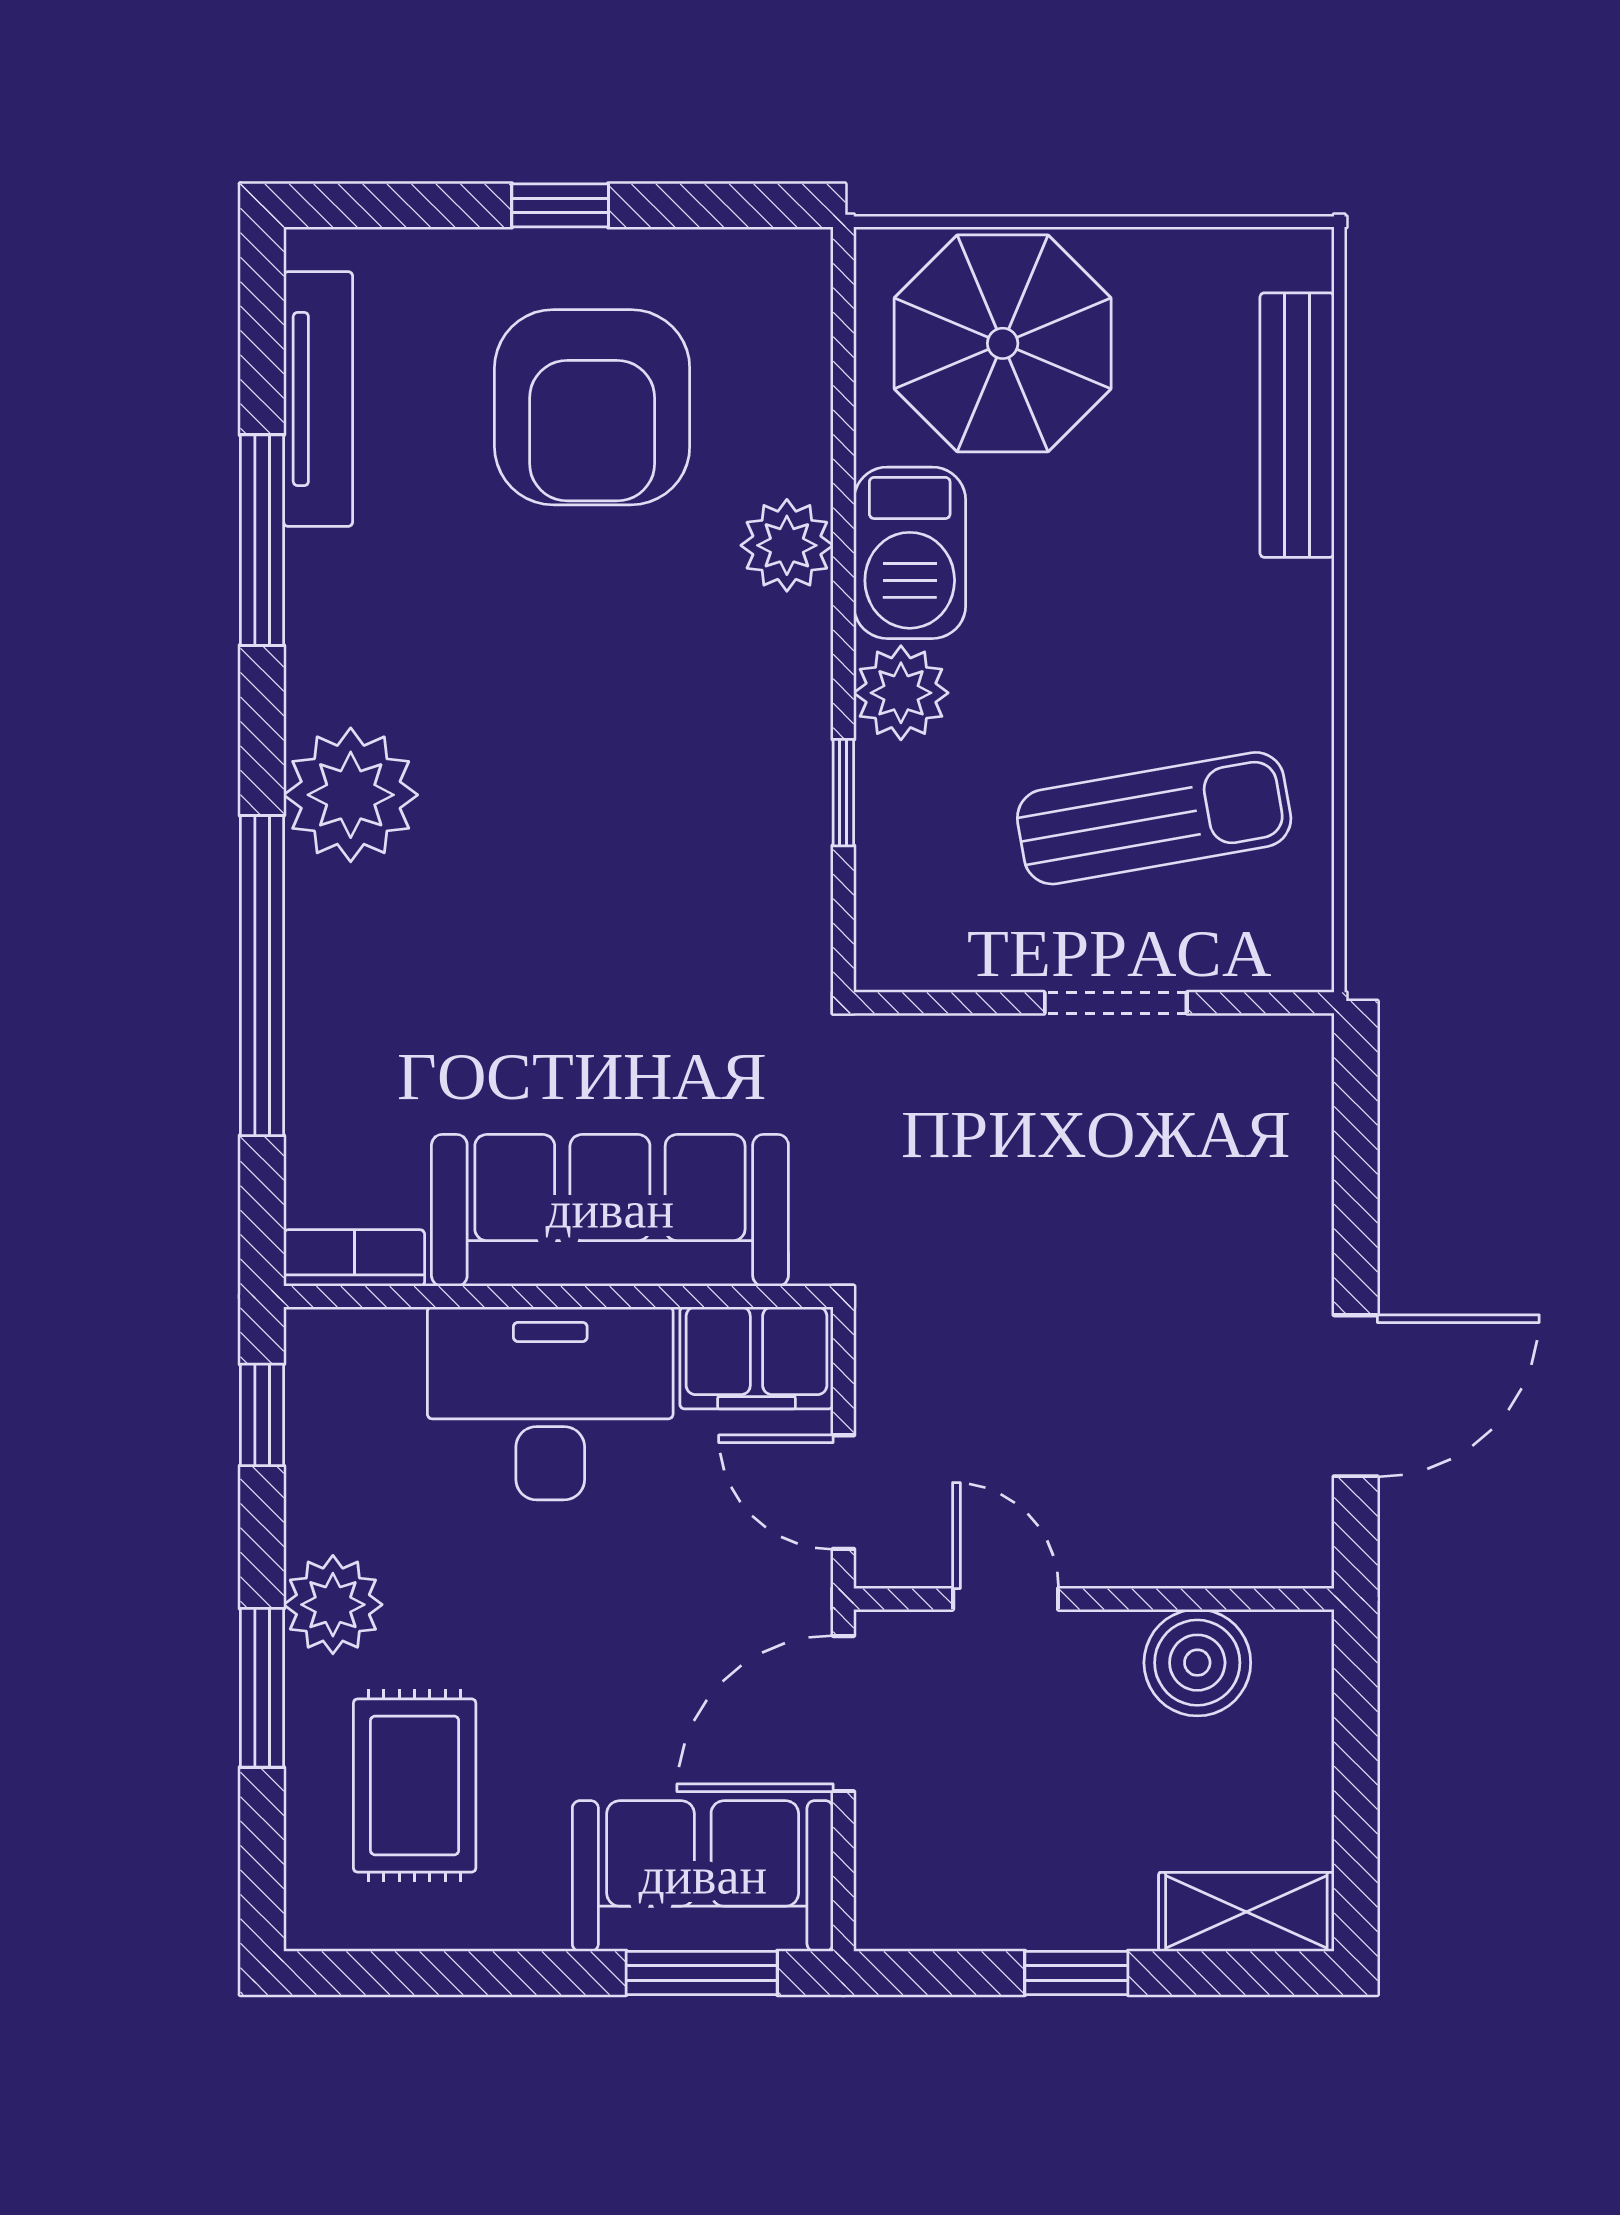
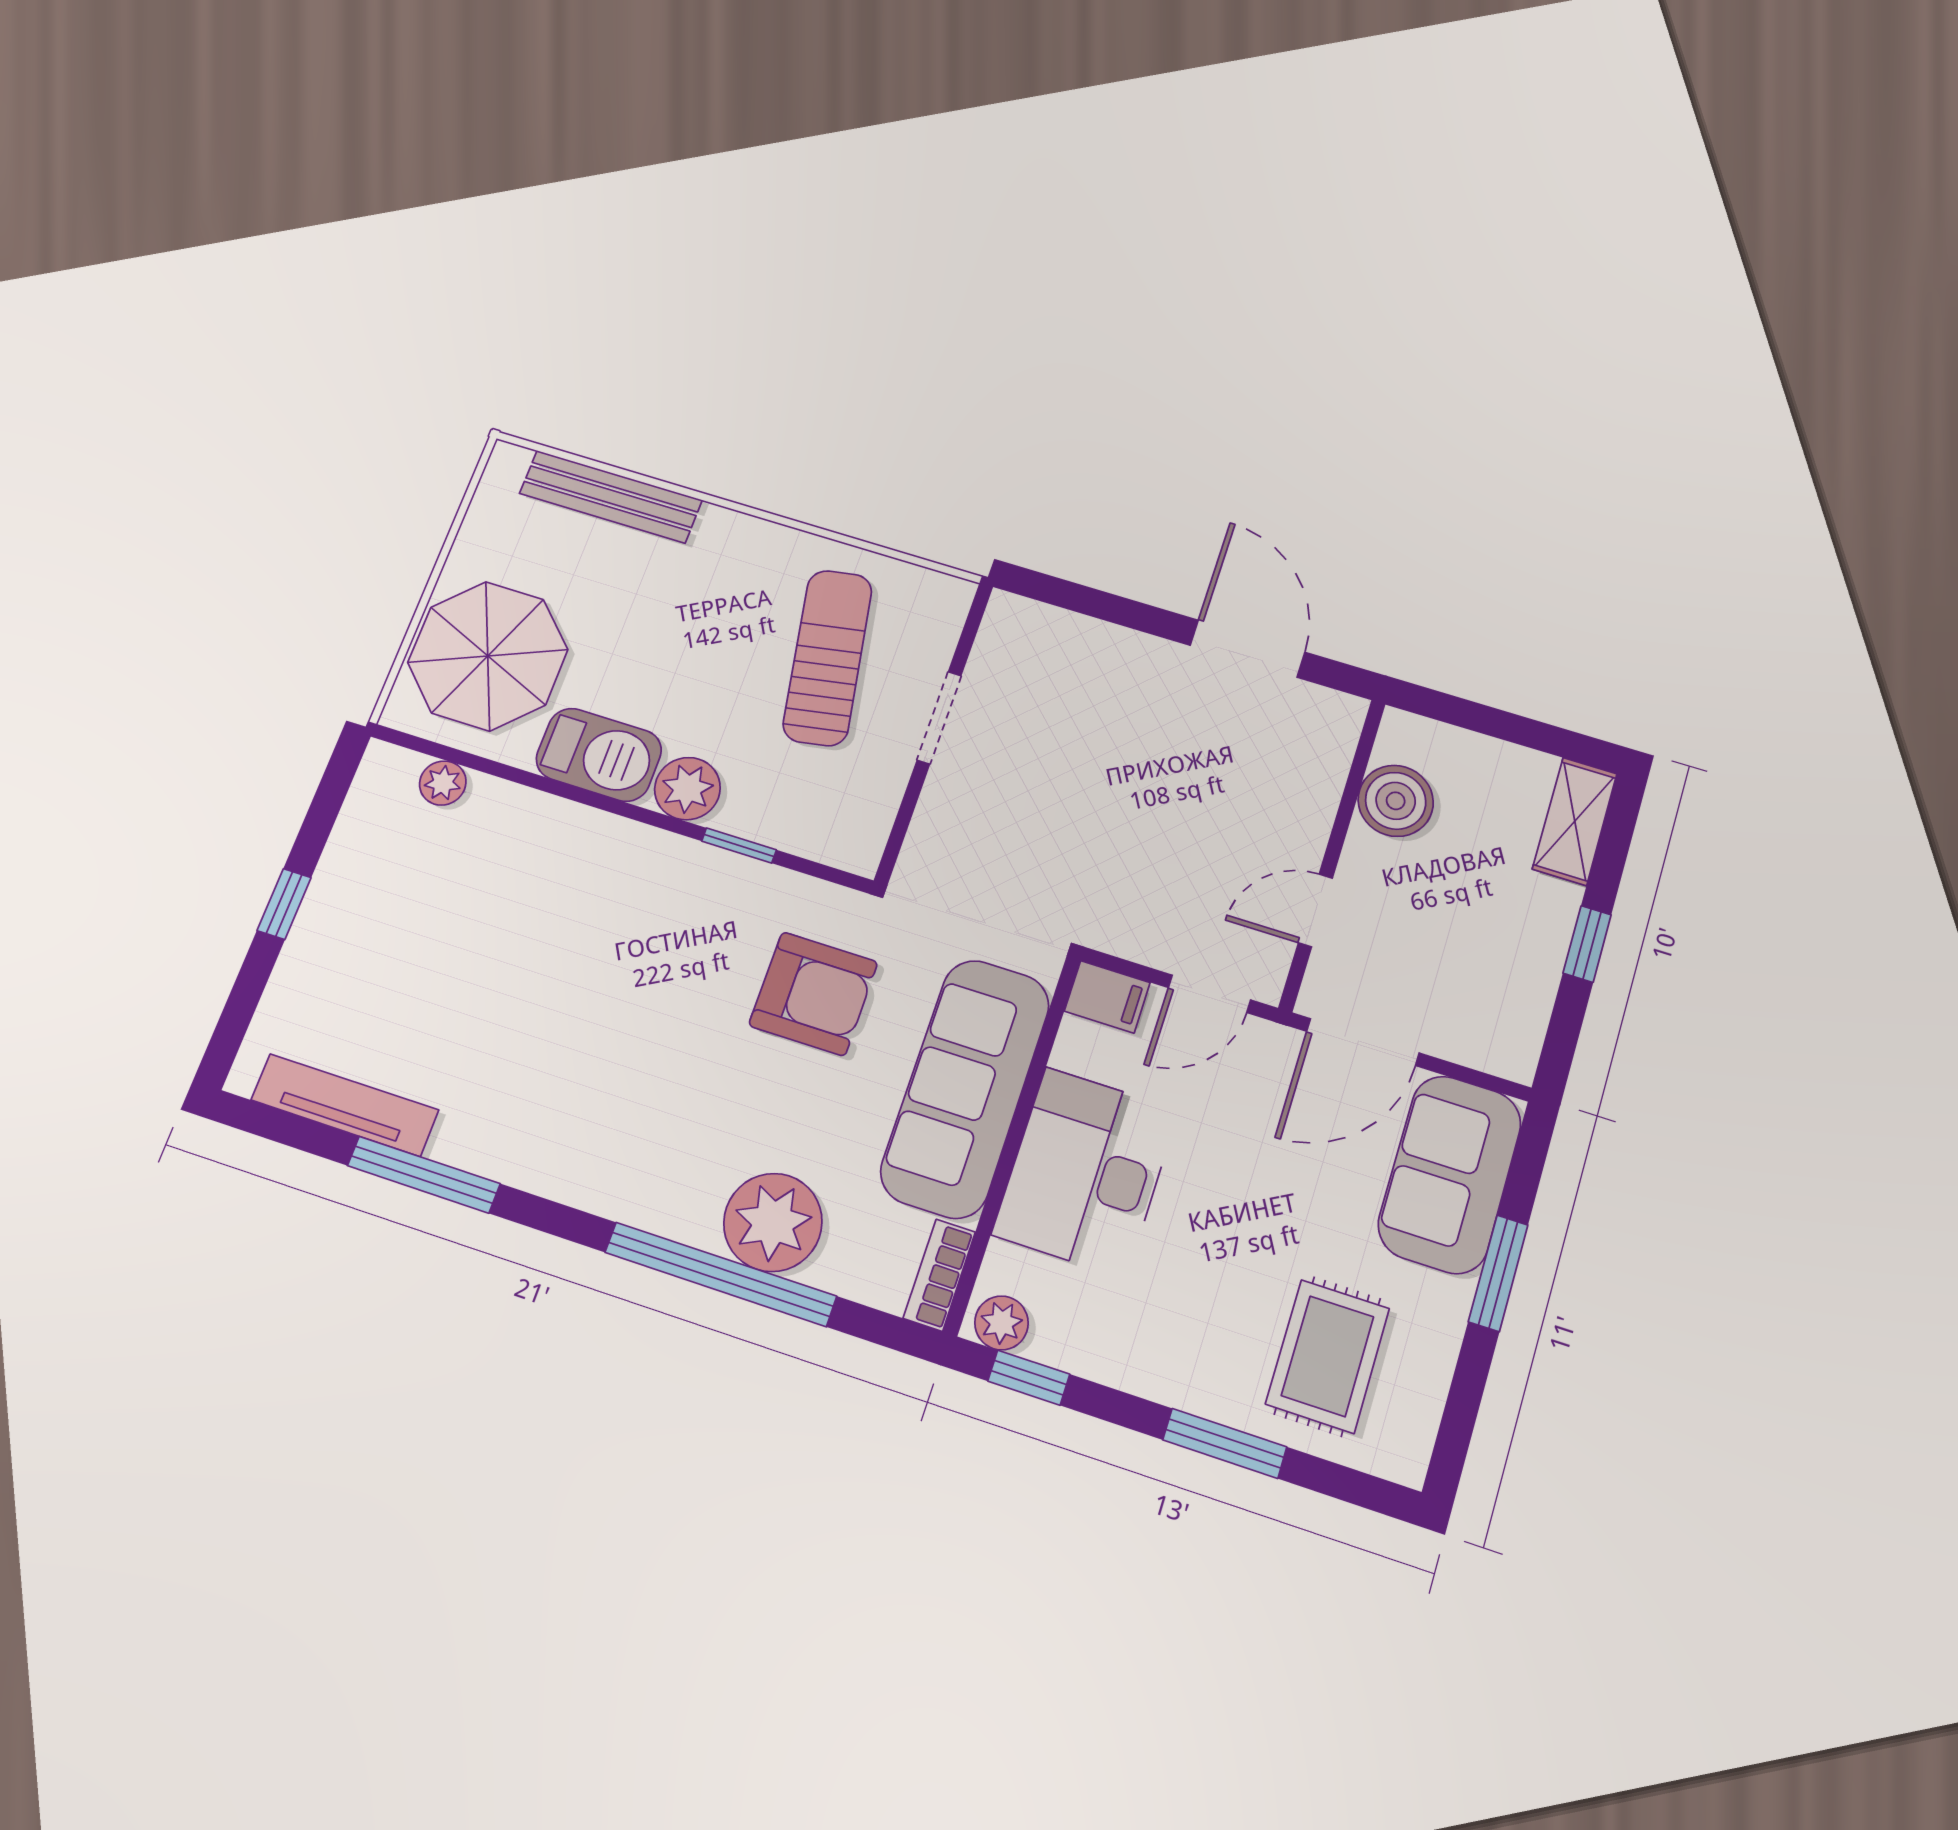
armchair: (592, 407) -> (813, 994), moved, width x0.73, depth x0.73
plant: (787, 545) -> (443, 783), moved, width x0.73, depth x0.73
plant: (351, 795) -> (773, 1222), moved
filing cabinet: (756, 1358) -> (1107, 997), width x0.50
plant: (333, 1605) -> (1001, 1323), moved, width x0.73, depth x0.73
door: (843, 1714) -> (1363, 1042), hinge flipped
rug: (415, 1785) -> (1328, 1356), turned 90
window: (702, 1973) -> (1498, 1273), moved

